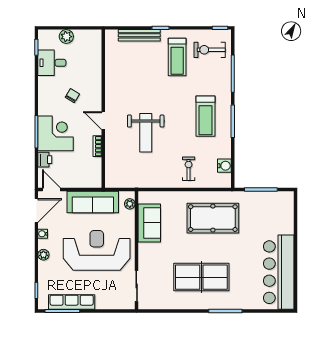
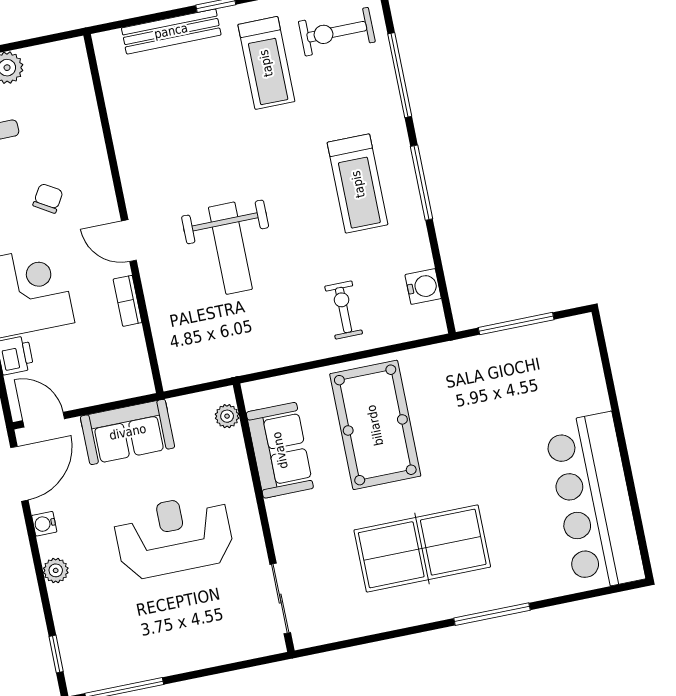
sofa: (93, 202) -> (128, 432), width x0.73
pool table: (213, 218) -> (375, 425), moved, turned 90
reception desk: (97, 250) -> (174, 536), width x0.74, depth x0.77
row of seats: (72, 302) -> (141, 664), removed

